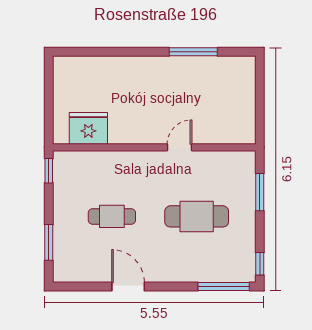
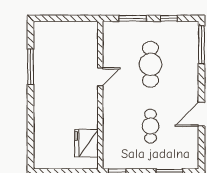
door: (180, 147) -> (100, 77), swing flipped
window: (260, 264) -> (169, 18), moved

